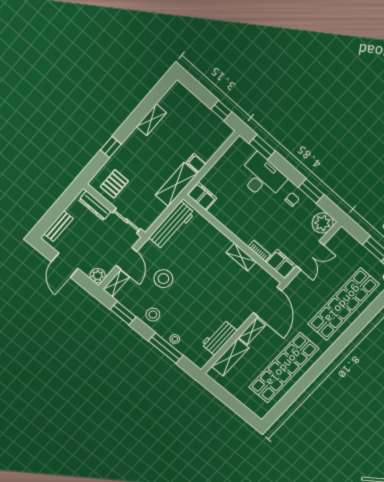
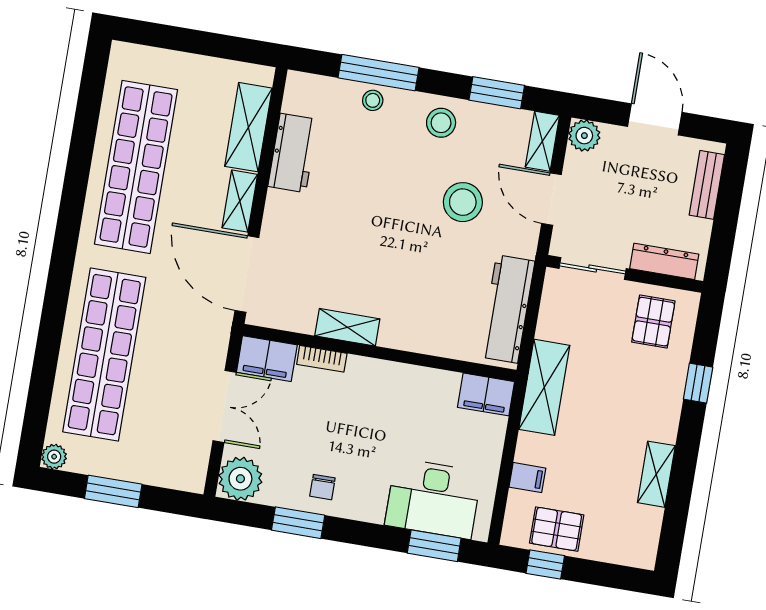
pallet: (207, 123) -> (557, 529), added
filing cabinet: (196, 163) -> (527, 478), moved
desk: (262, 177) -> (433, 498), moved
double door: (310, 255) -> (224, 406), swing flipped

